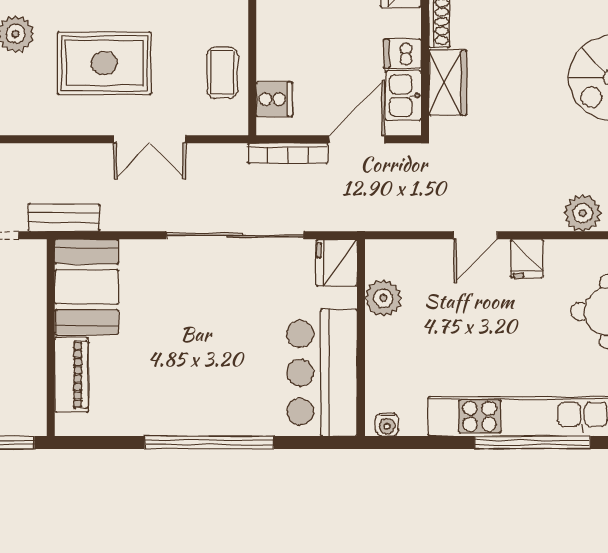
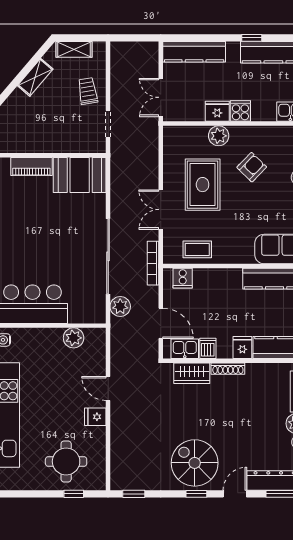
bookcase: (288, 153) -> (153, 263), moved
plant: (583, 213) -> (120, 306), moved
bench: (64, 218) -> (118, 162), removed
fridge: (337, 263) -> (93, 312), removed

